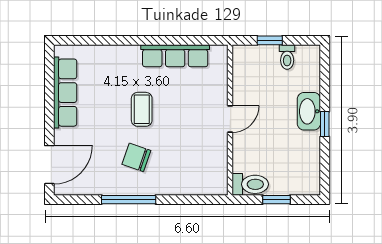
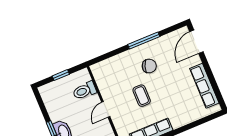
coffee table: (142, 109) -> (142, 96), moved
toilet: (250, 184) -> (85, 91), moved

